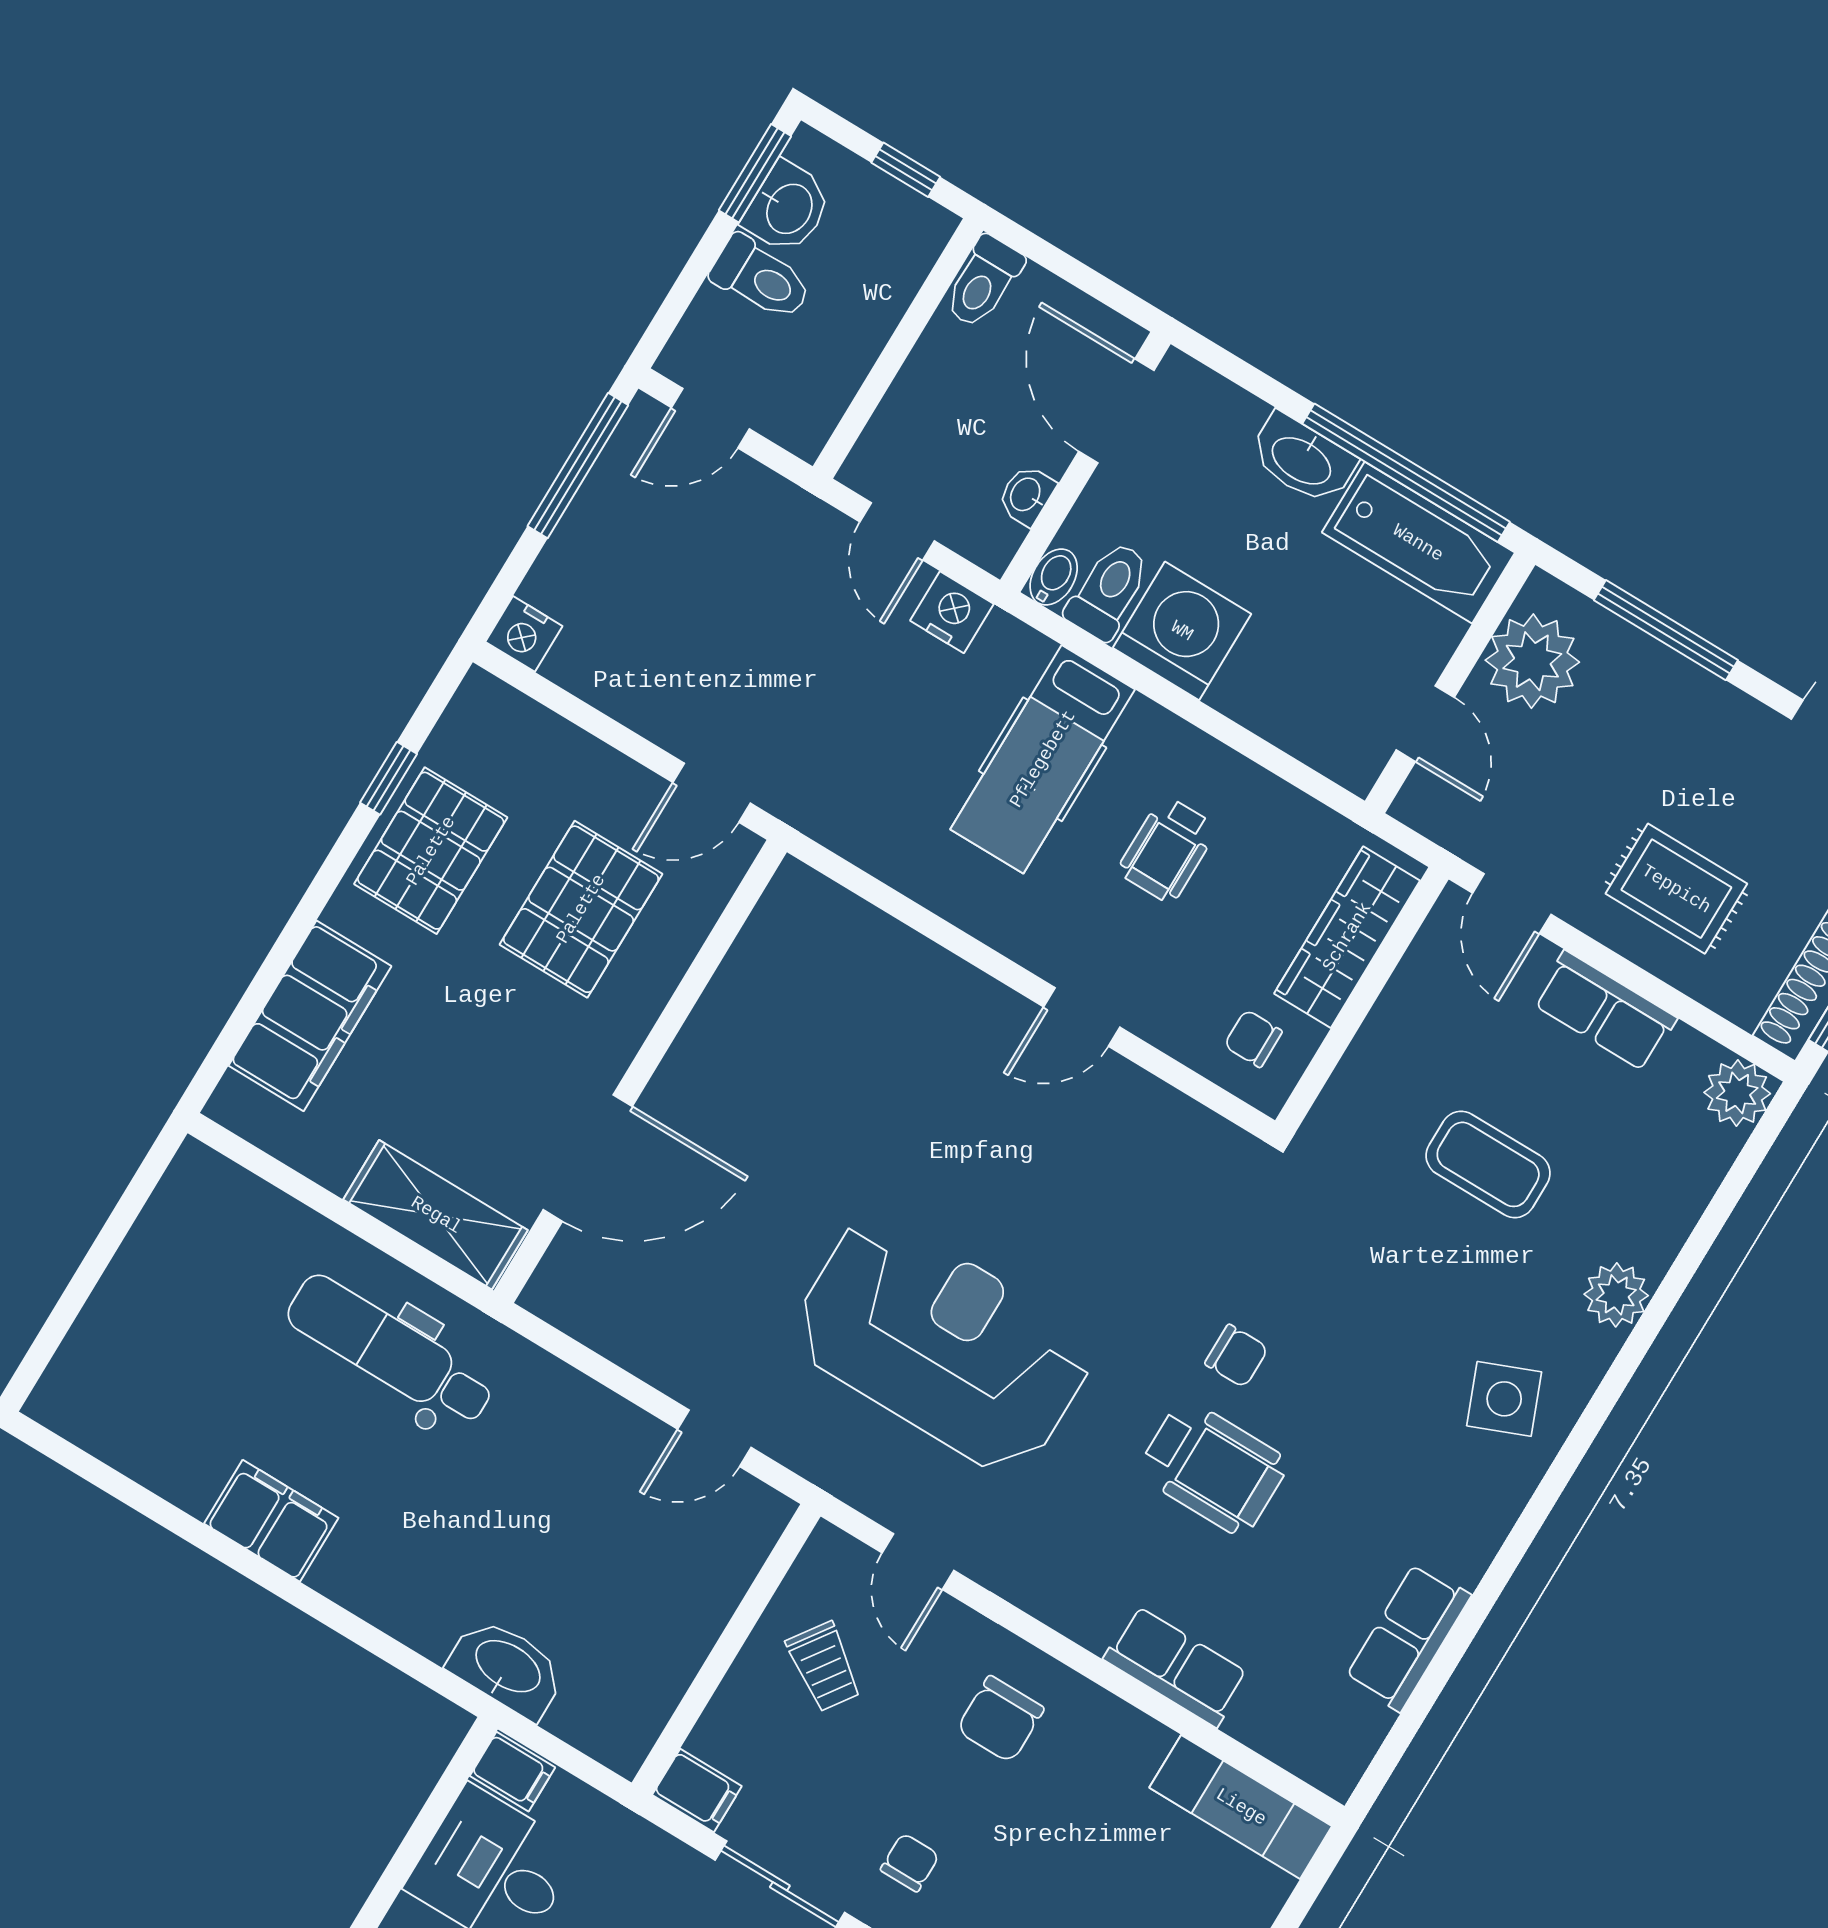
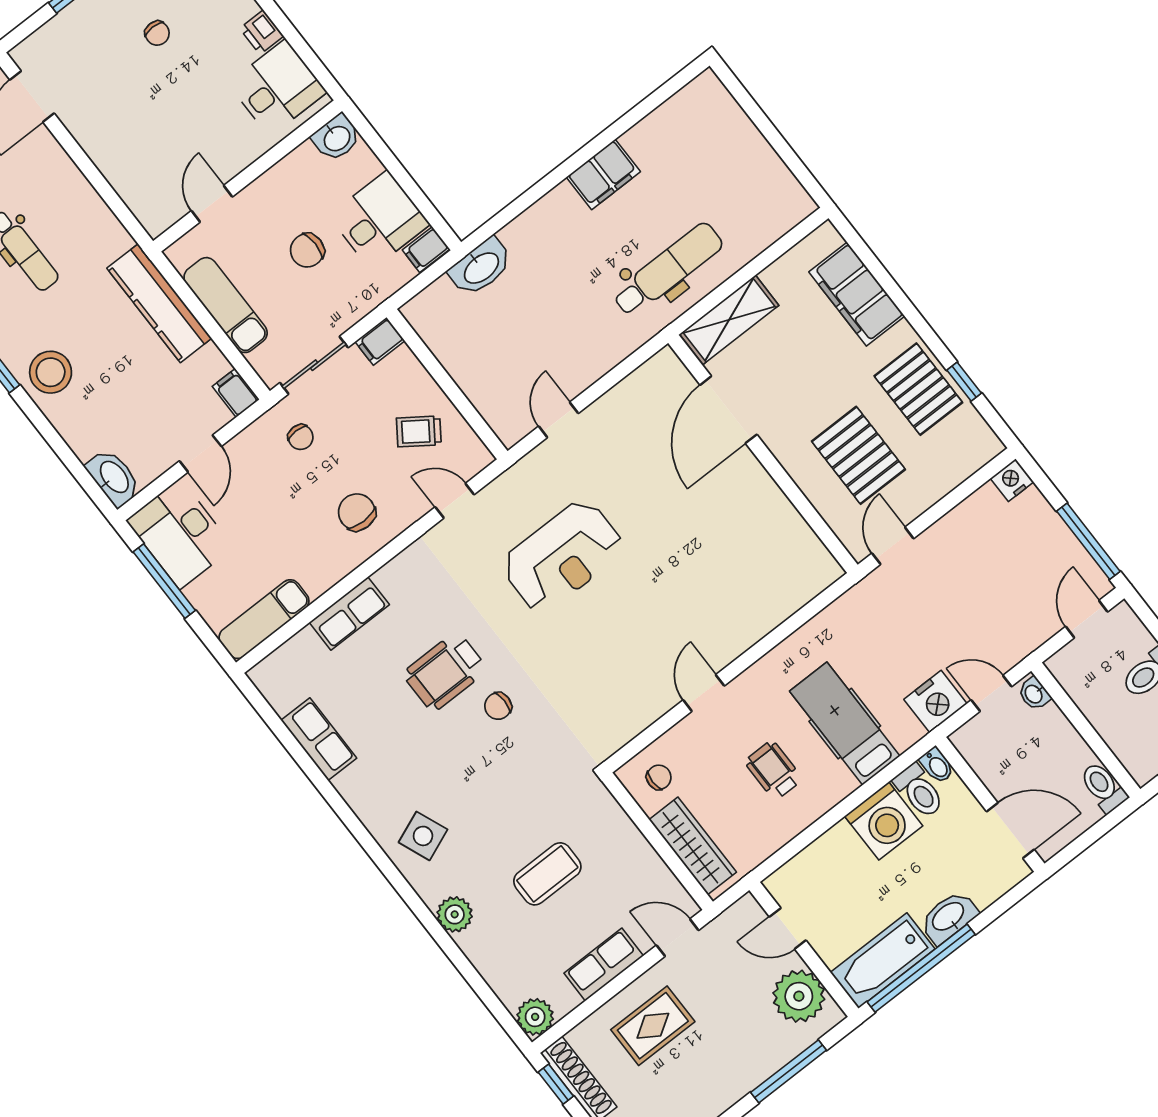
washbasin: (1026, 495) -> (1034, 694), moved, turned 180
nightstand: (952, 612) -> (936, 702), width x1.36, depth x1.33
reception desk: (942, 1344) -> (562, 556), width x0.74, depth x0.77

